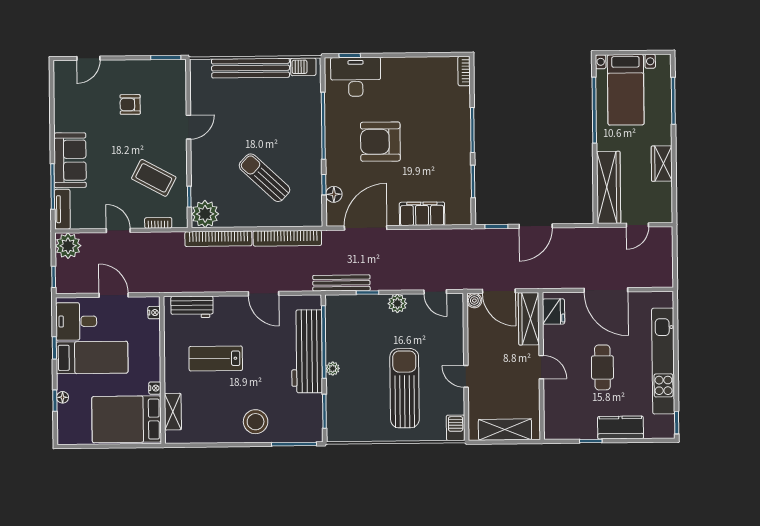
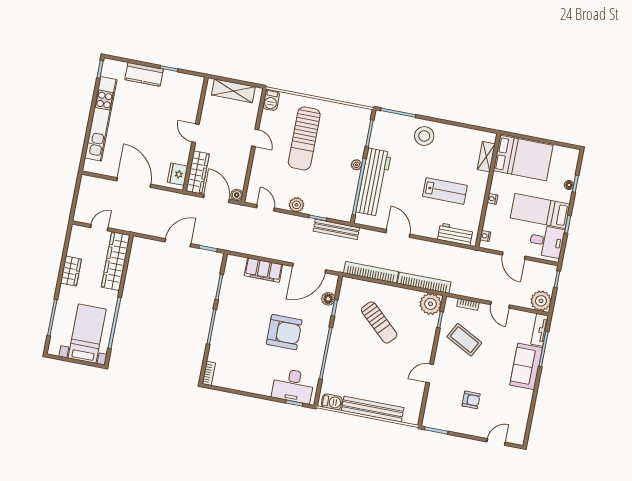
cafe table: (602, 367) -> (149, 123), removed
nightstand: (155, 388) -> (492, 199), moved

